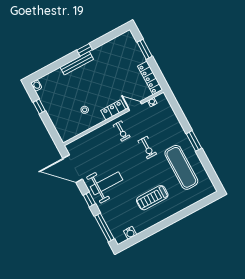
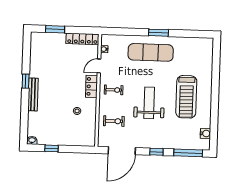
exercise bike: (147, 148) -> (114, 121), moved
exercise mat: (181, 167) -> (151, 52), moved
weight bench: (106, 183) -> (149, 103), moved
treadmill: (152, 198) -> (186, 97), width x1.37, depth x1.38

